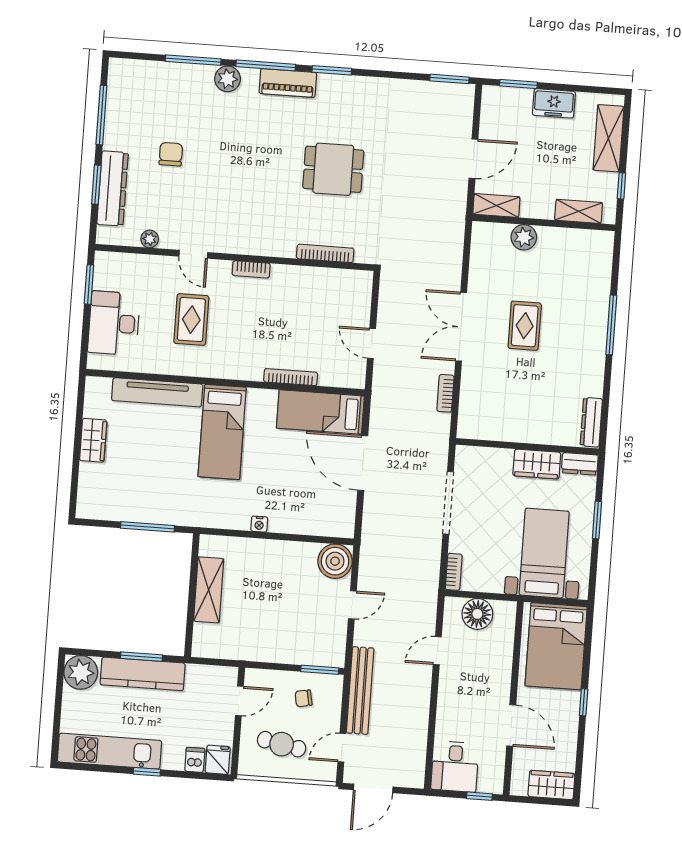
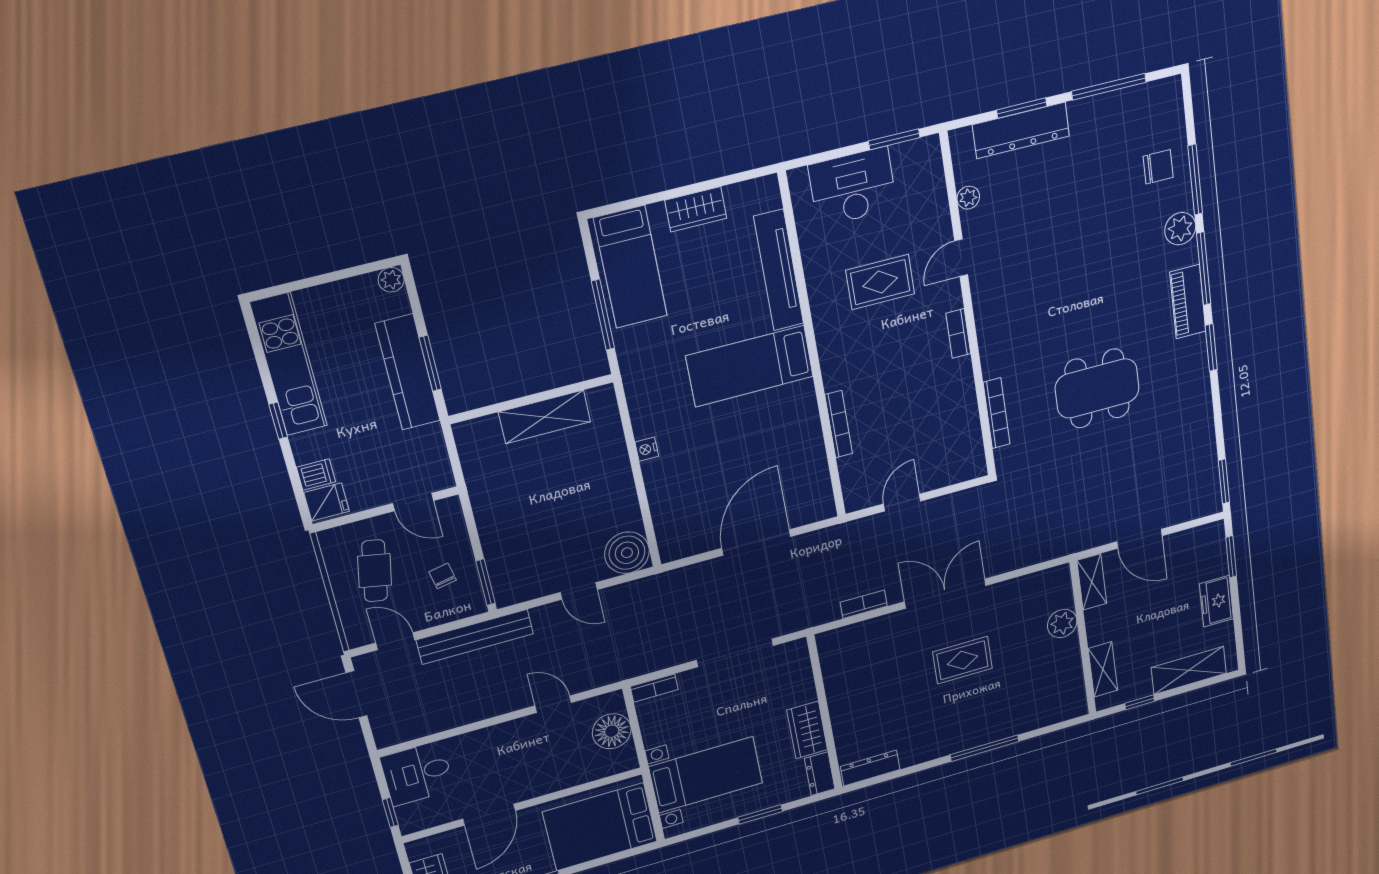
chair: (171, 154) -> (1158, 167), moved
dining table: (333, 169) -> (1097, 388), width x1.38
bed: (320, 412) -> (631, 267), moved, turned 180
plant: (81, 672) -> (391, 280), width x0.53, depth x0.53

